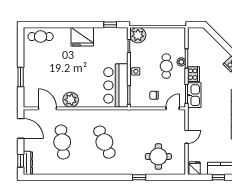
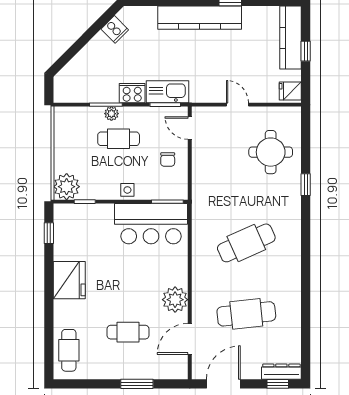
cafe table: (51, 72) -> (128, 332), added

